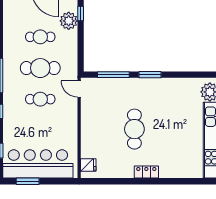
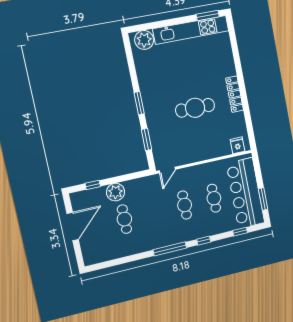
plant: (69, 21) -> (116, 192), moved
cafe table: (40, 68) -> (214, 198), moved, width x0.73, depth x0.74
window: (113, 75) -> (147, 139), width x0.69
locker: (146, 172) -> (235, 94), width x1.53

